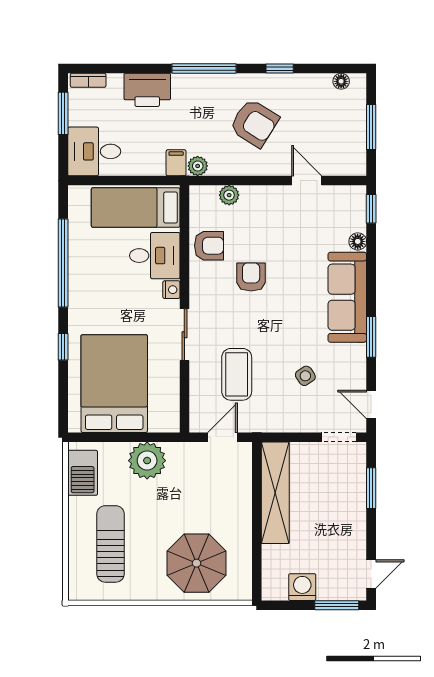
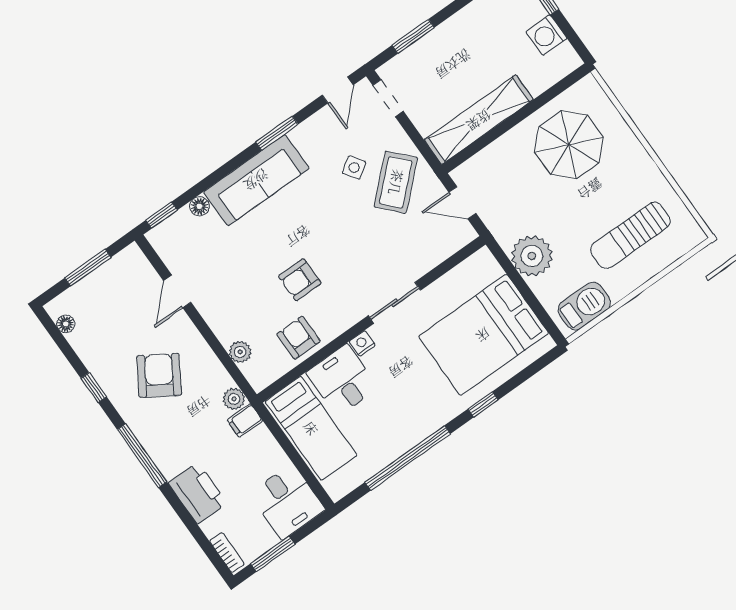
coffee table: (237, 374) -> (396, 182), moved, turned -43
parasol: (197, 563) -> (569, 145), moved

